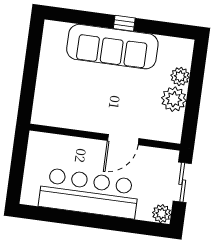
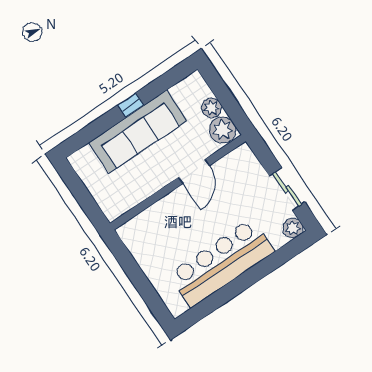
wall: (105, 137) -> (178, 182), moved
door: (123, 140) -> (194, 171), moved

